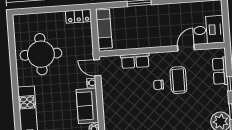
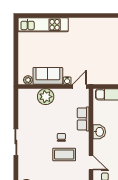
washbasin: (149, 41) -> (99, 132), added
round table: (41, 54) -> (94, 39), removed
plant: (112, 107) -> (46, 97), added

